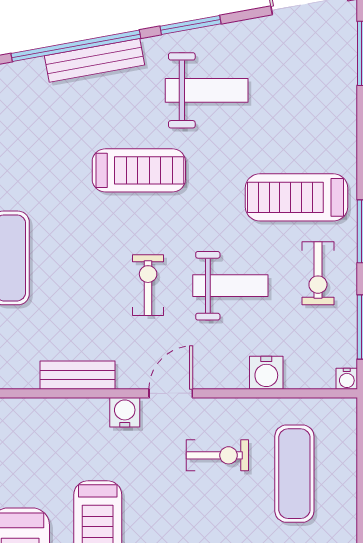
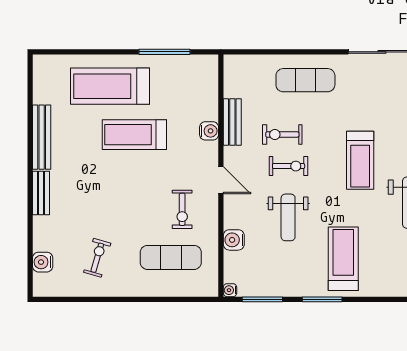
exercise bike: (318, 273) -> (282, 135), moved
water cooler: (125, 412) -> (209, 131), moved

